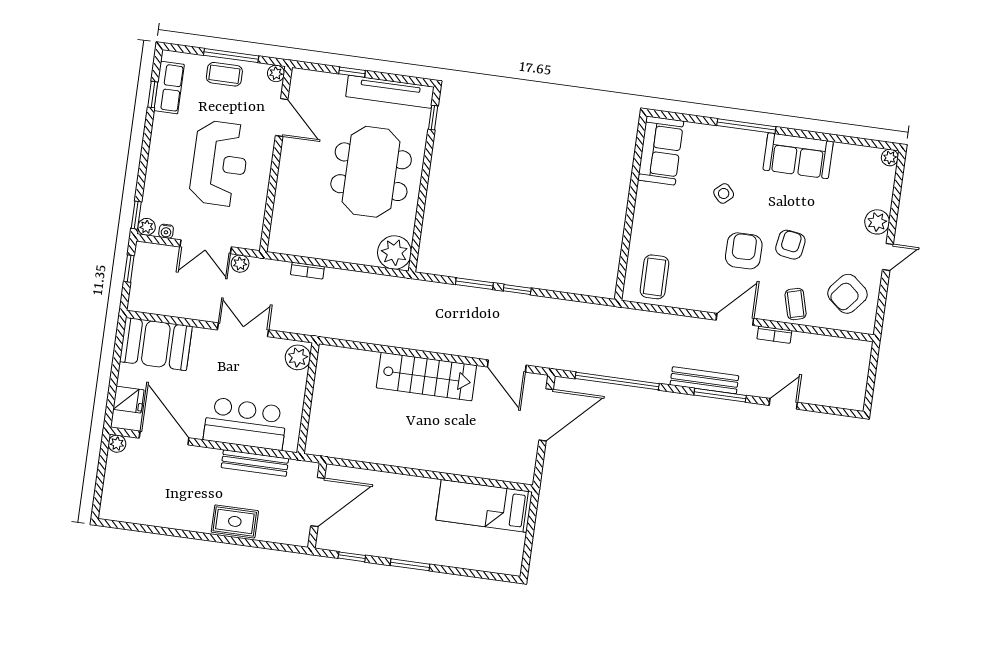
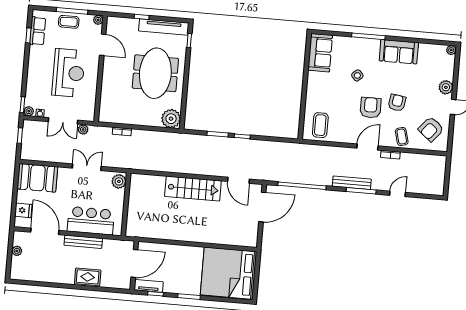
plant: (117, 444) -> (17, 251), moved
bench: (255, 463) -> (83, 242), moved
bed: (484, 506) -> (228, 273), width x2.04
tv unit: (340, 542) -> (149, 286), added

